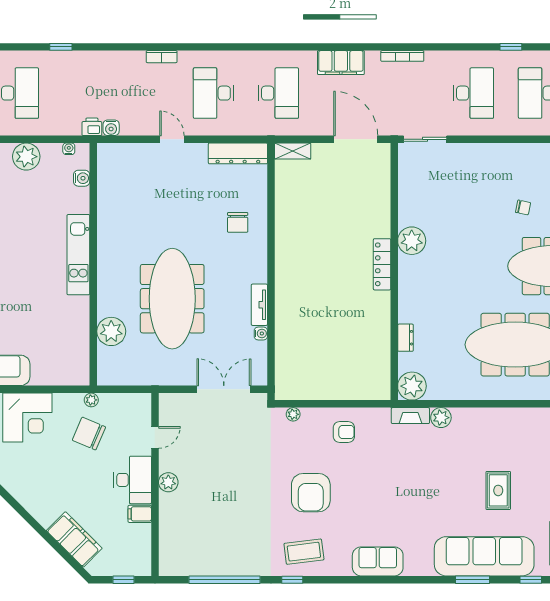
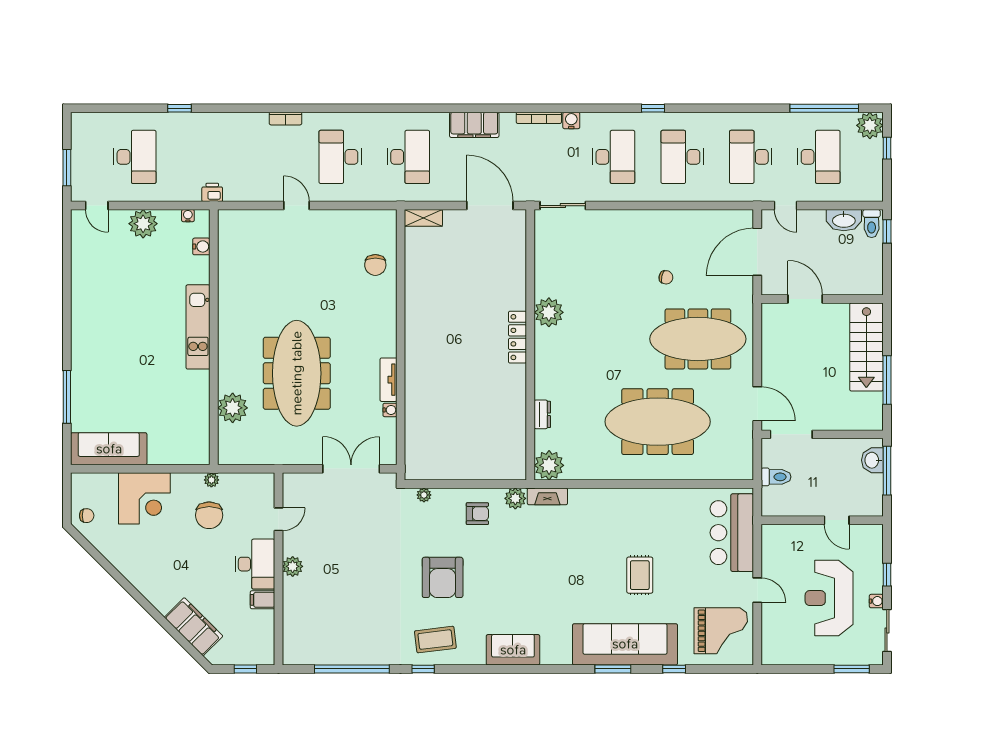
water cooler: (111, 128) -> (571, 120), moved, turned 180
dresser: (238, 153) -> (366, 220), removed
chair: (238, 222) -> (375, 265), moved
plant: (441, 418) -> (515, 498), moved
chair: (89, 434) -> (209, 515), turned -113

